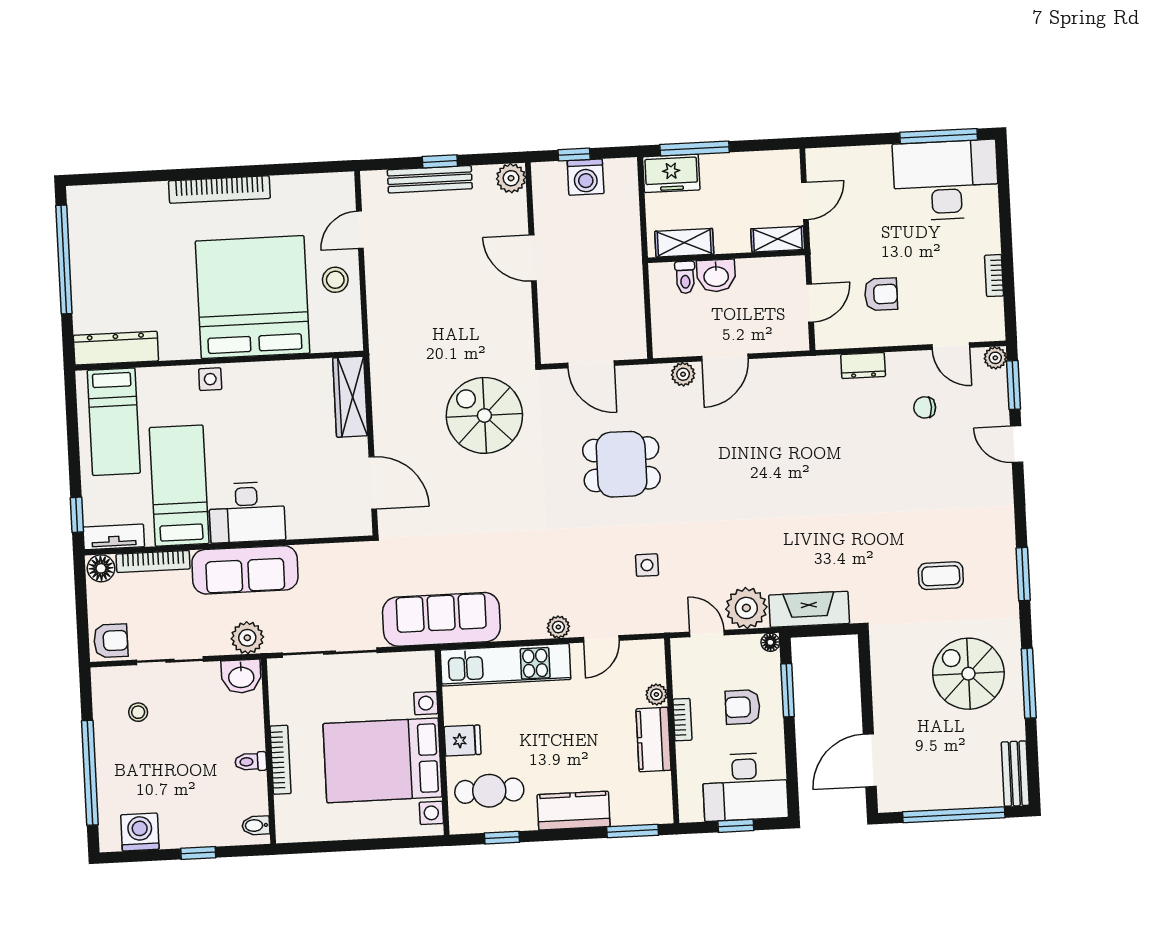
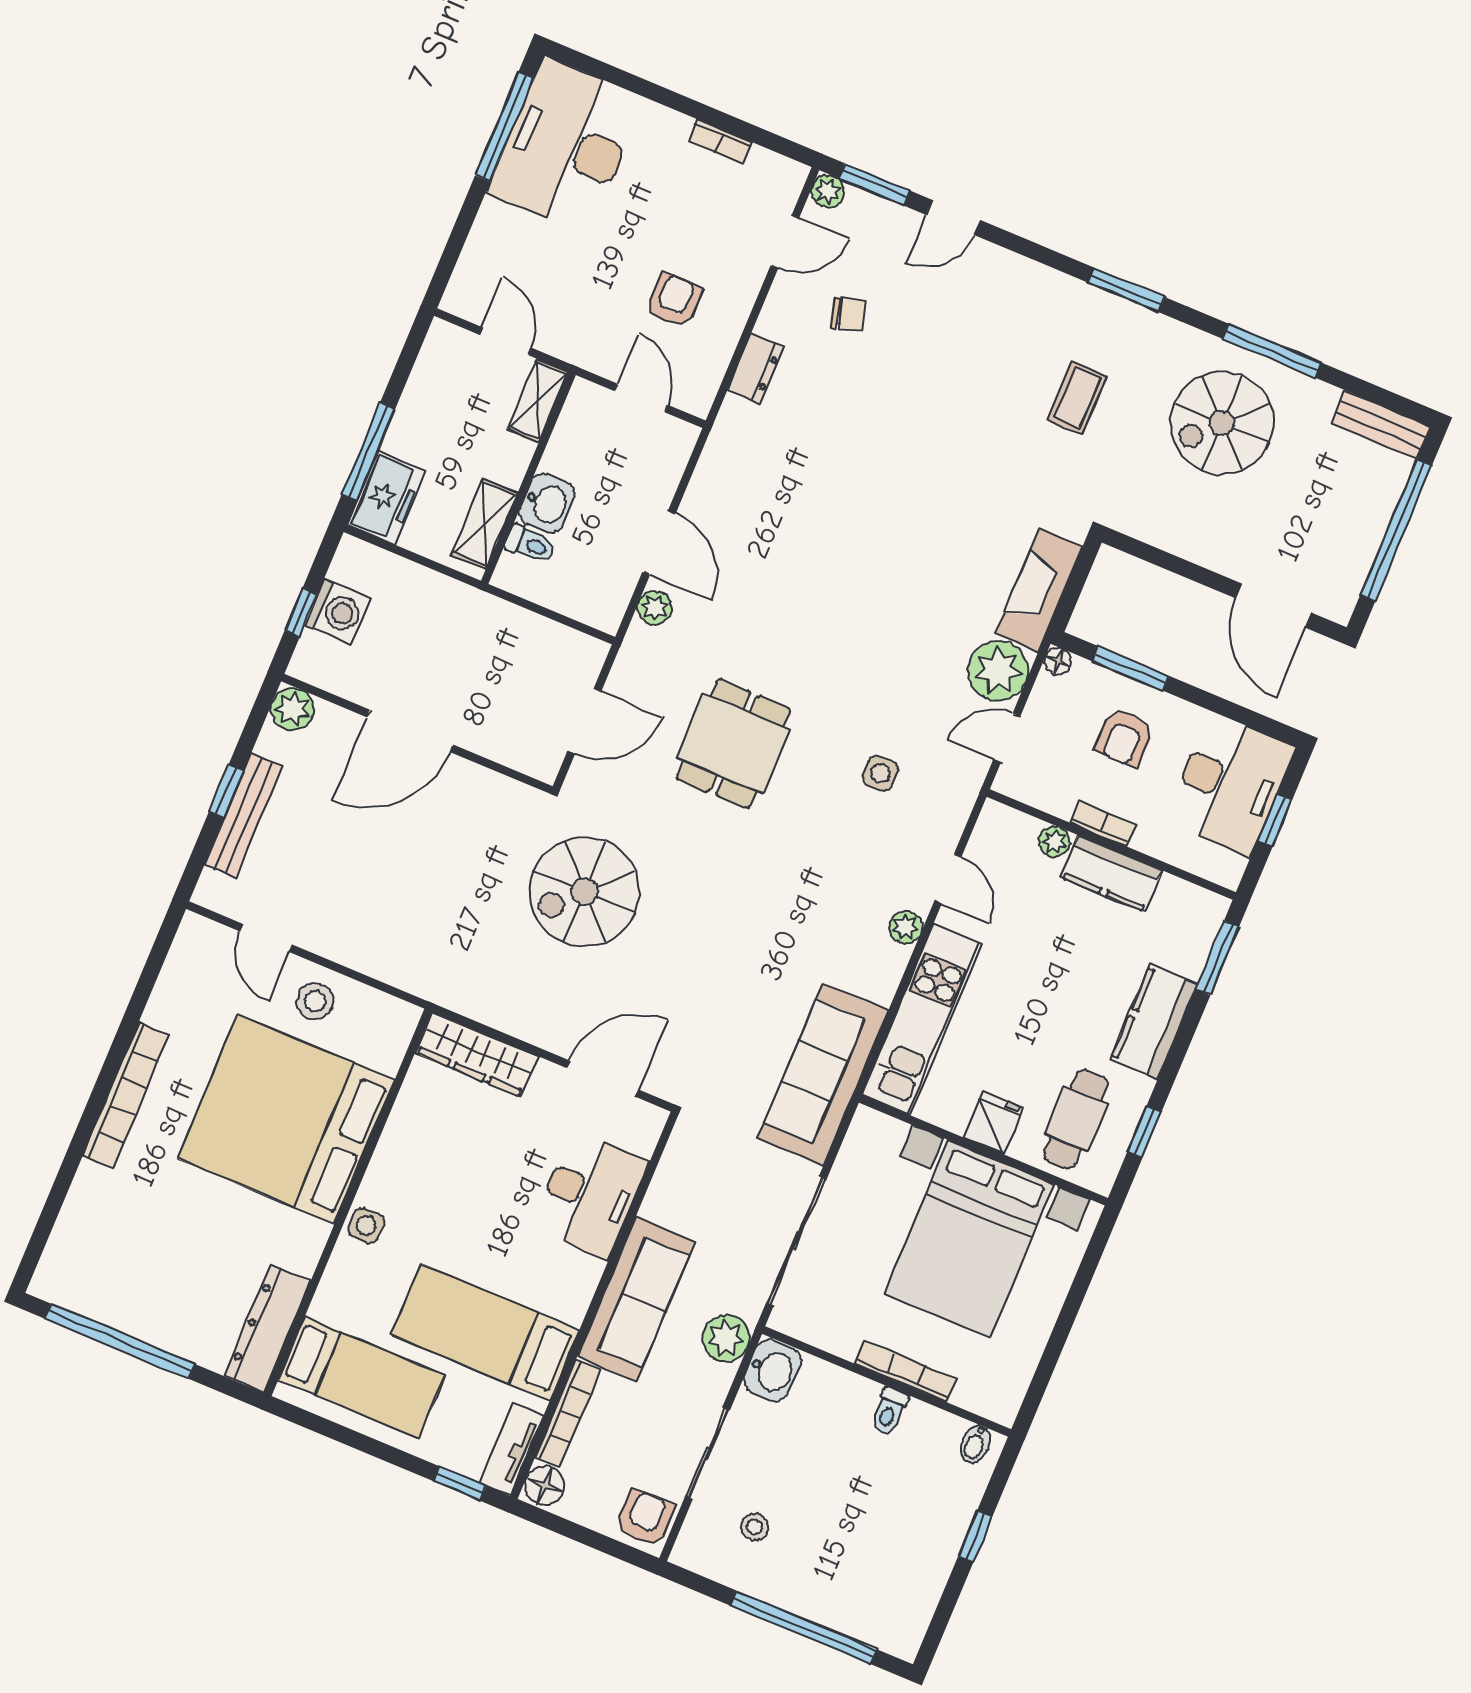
door: (533, 258) -> (410, 731), width x1.36
chair: (925, 407) -> (848, 314), turned -106
desk: (247, 512) -> (590, 1195), moved
washing machine: (140, 832) -> (912, 1599), removed

